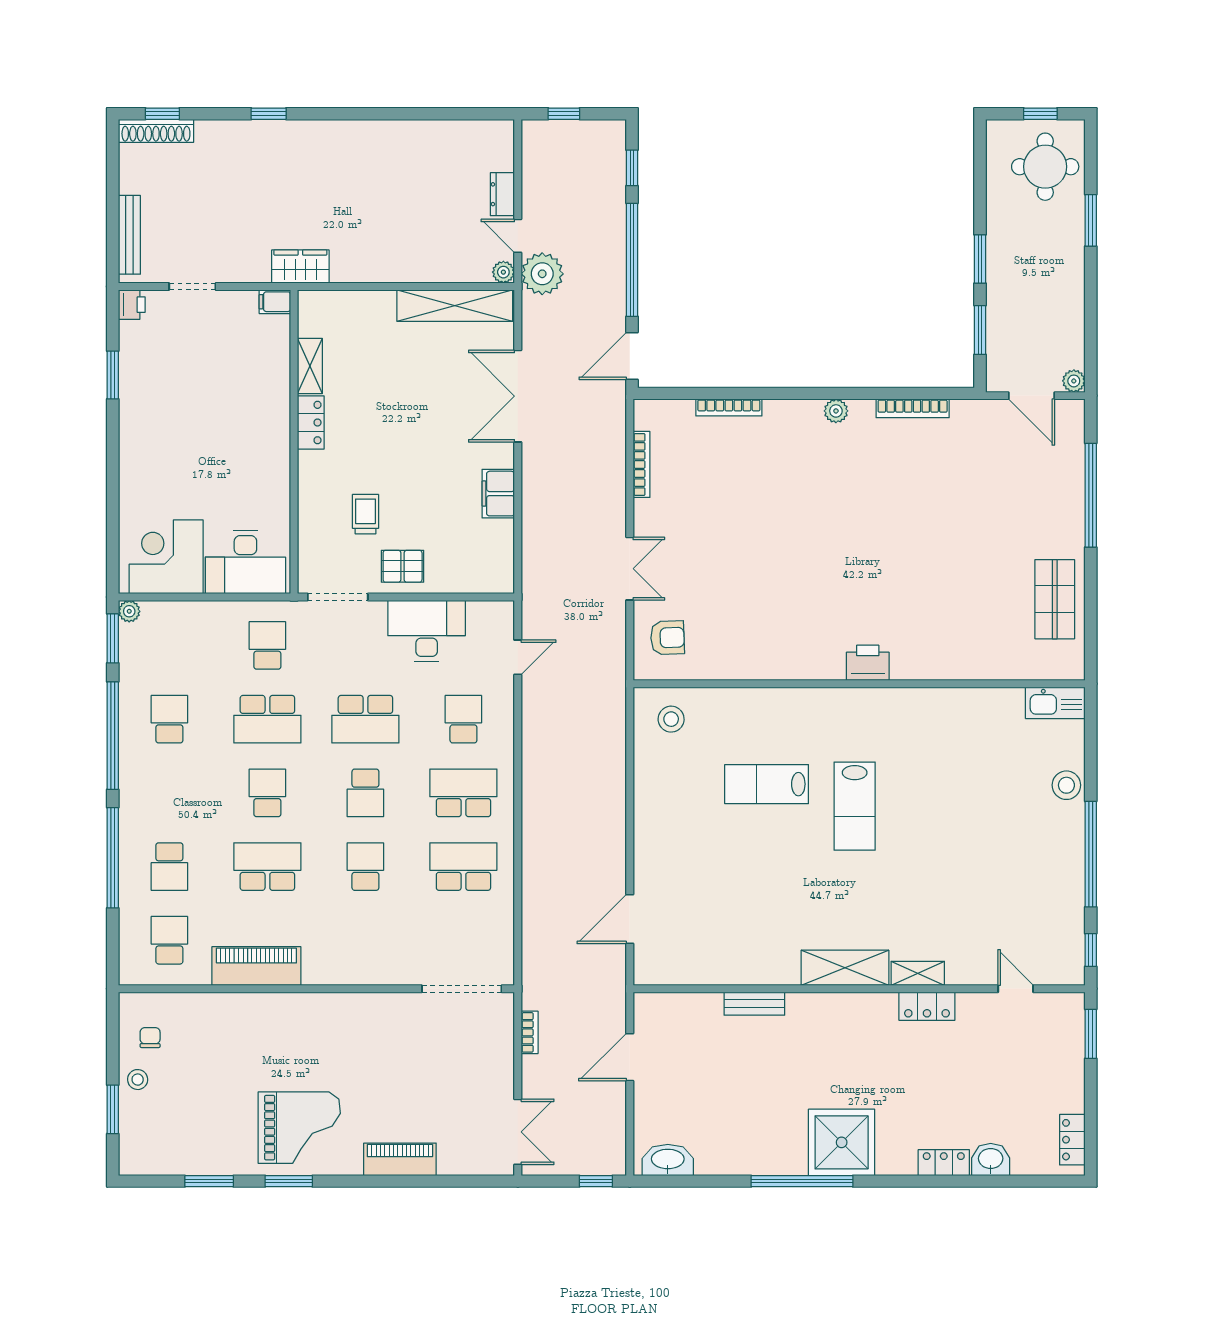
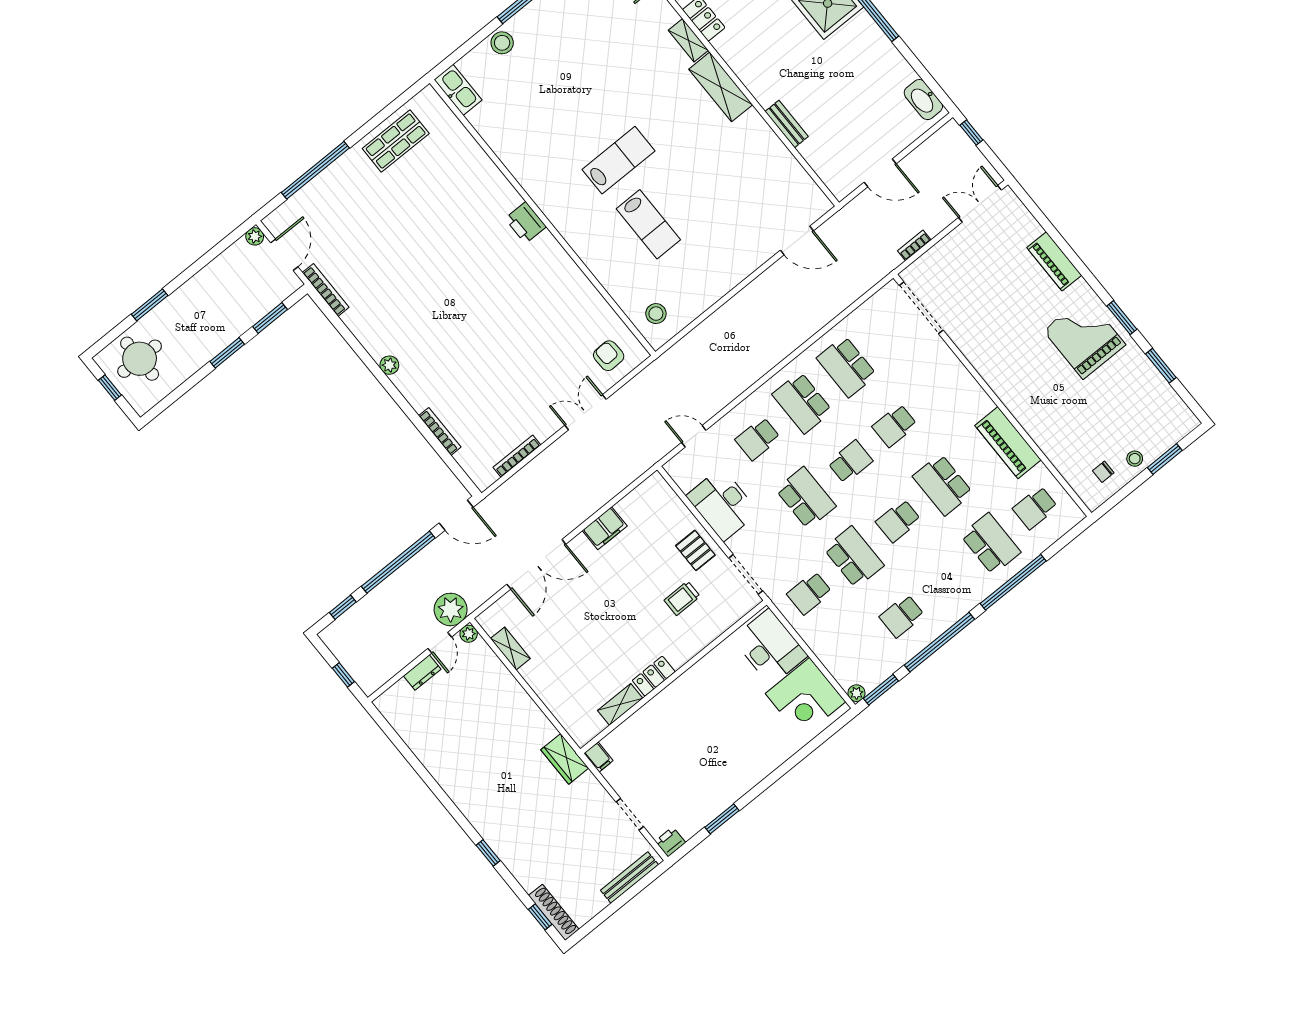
shelving: (455, 306) -> (510, 649), width x0.45, depth x0.75
bookcase: (913, 408) -> (326, 290), moved
school desk: (169, 867) -> (991, 544), width x1.85

